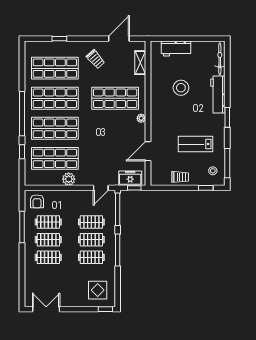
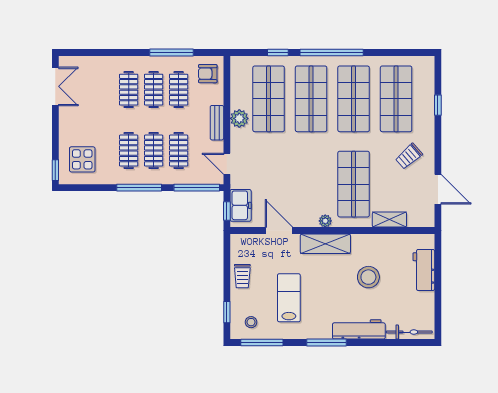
shelving: (140, 63) -> (389, 220), moved
window: (227, 117) -> (326, 343), width x1.44
shelving: (157, 118) -> (325, 244), added
bench: (72, 195) -> (217, 123), added

